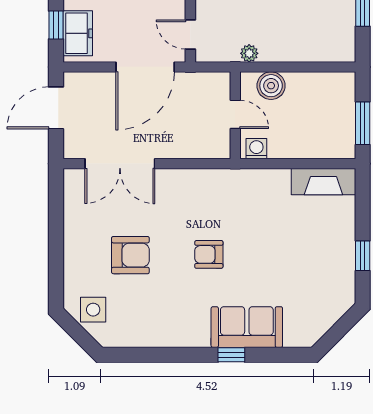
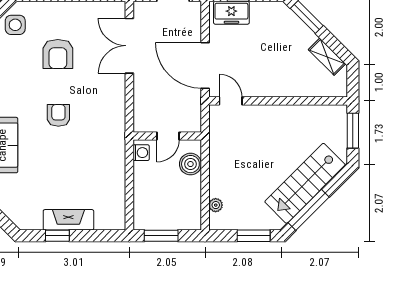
door: (190, 34) -> (231, 101), hinge flipped
plant: (249, 53) -> (216, 205), moved
fireplace: (323, 182) -> (68, 220), moved, turned 90

